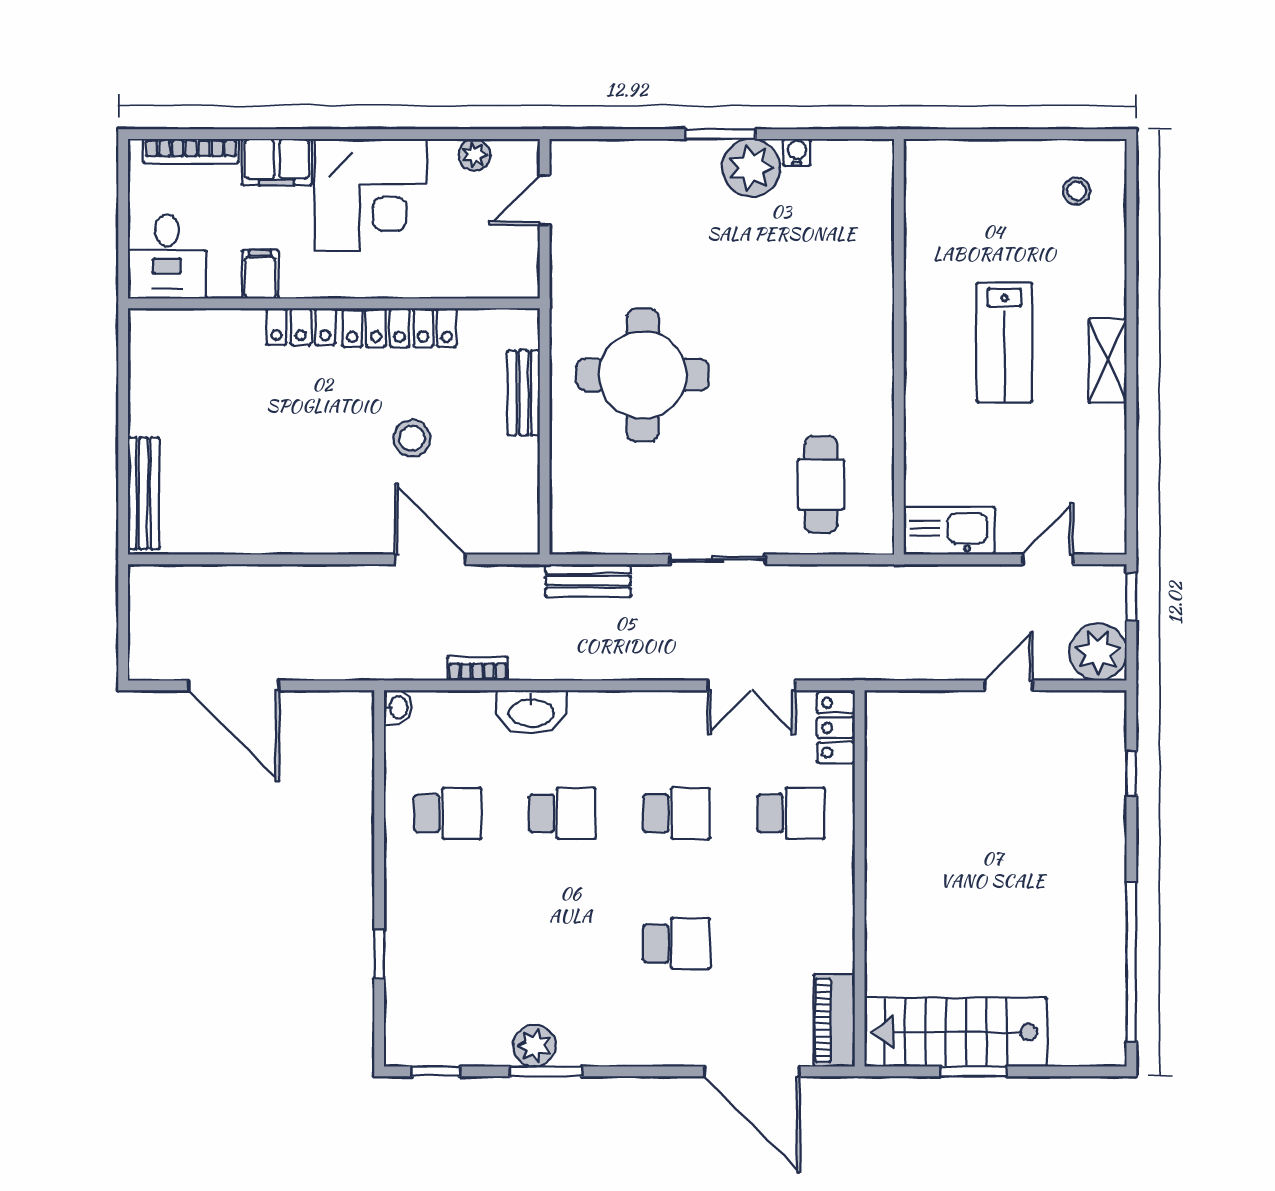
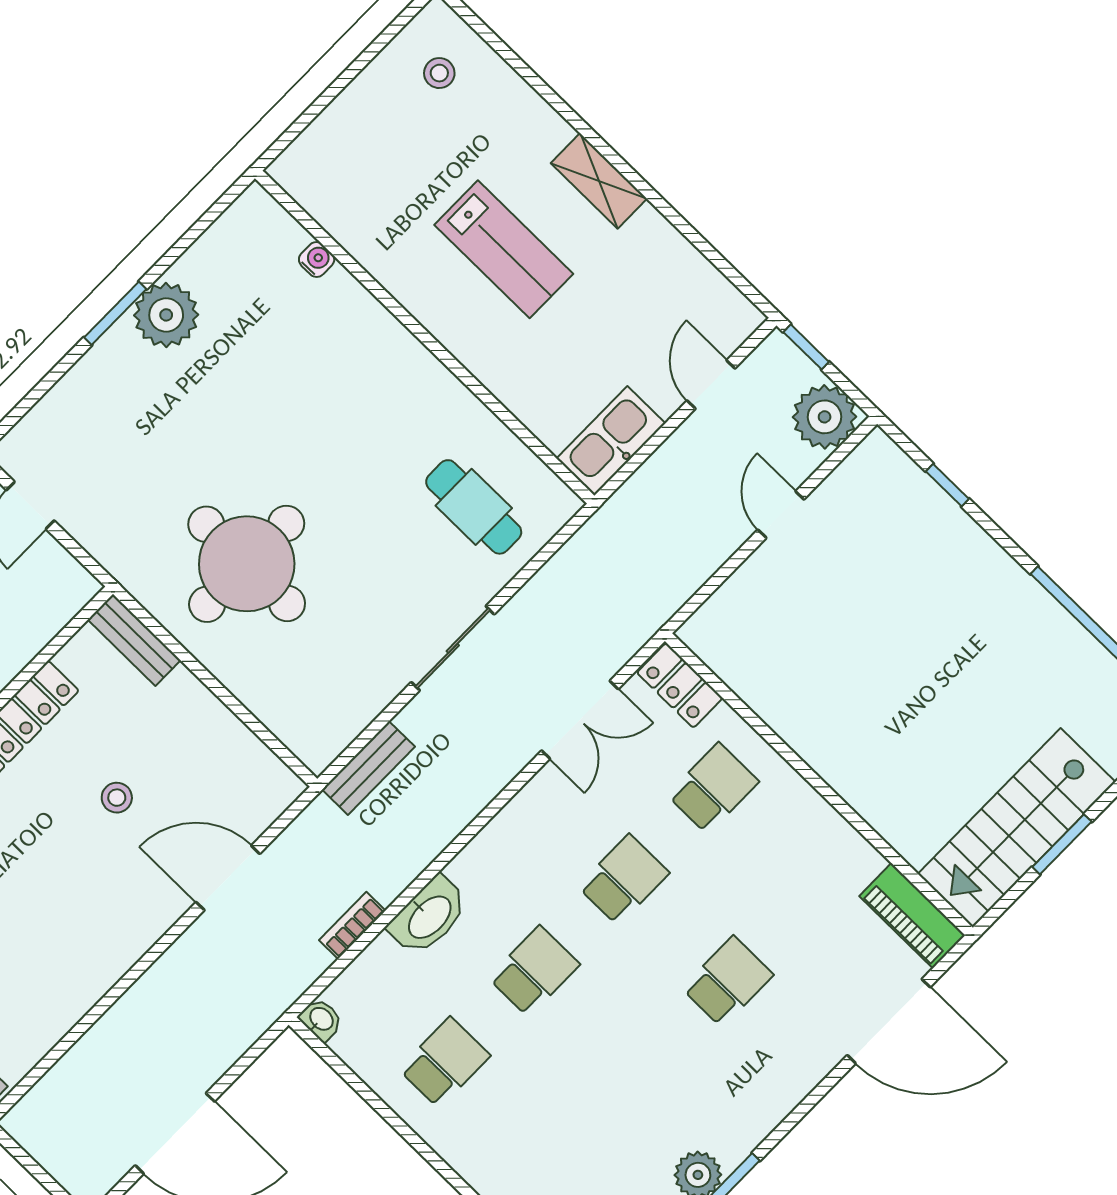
water cooler: (797, 152) -> (317, 259), moved, turned 90
bench: (524, 393) -> (134, 640), moved
stool: (412, 438) -> (117, 798), width x0.73, depth x0.73

